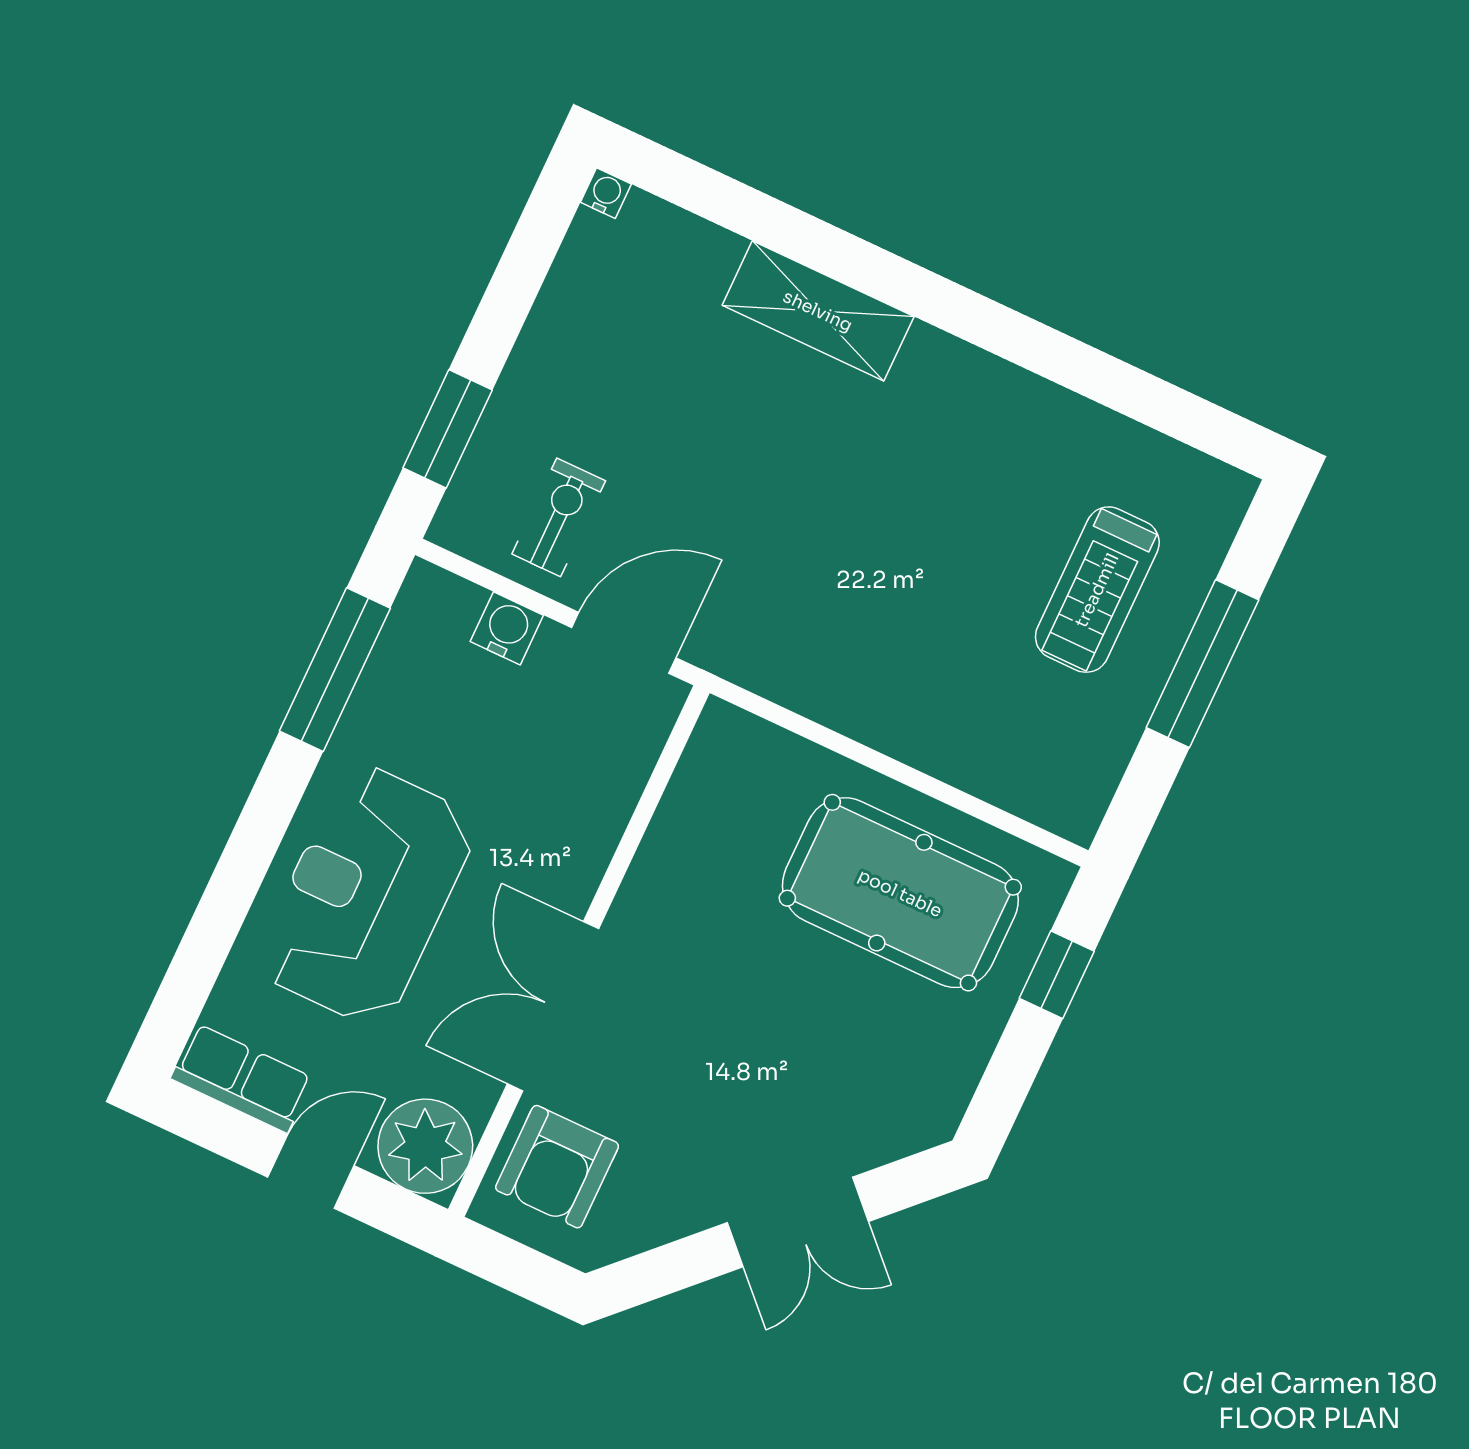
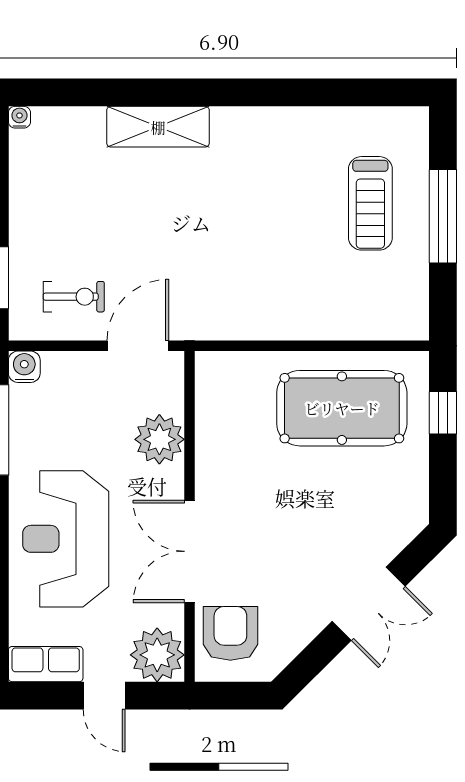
exercise bike: (559, 517) -> (74, 297), turned 90
water cooler: (507, 628) -> (24, 367), moved
plant: (589, 807) -> (159, 439), added
armchair: (557, 1167) -> (230, 633), turned 180
door: (311, 1171) -> (104, 696), swing flipped

